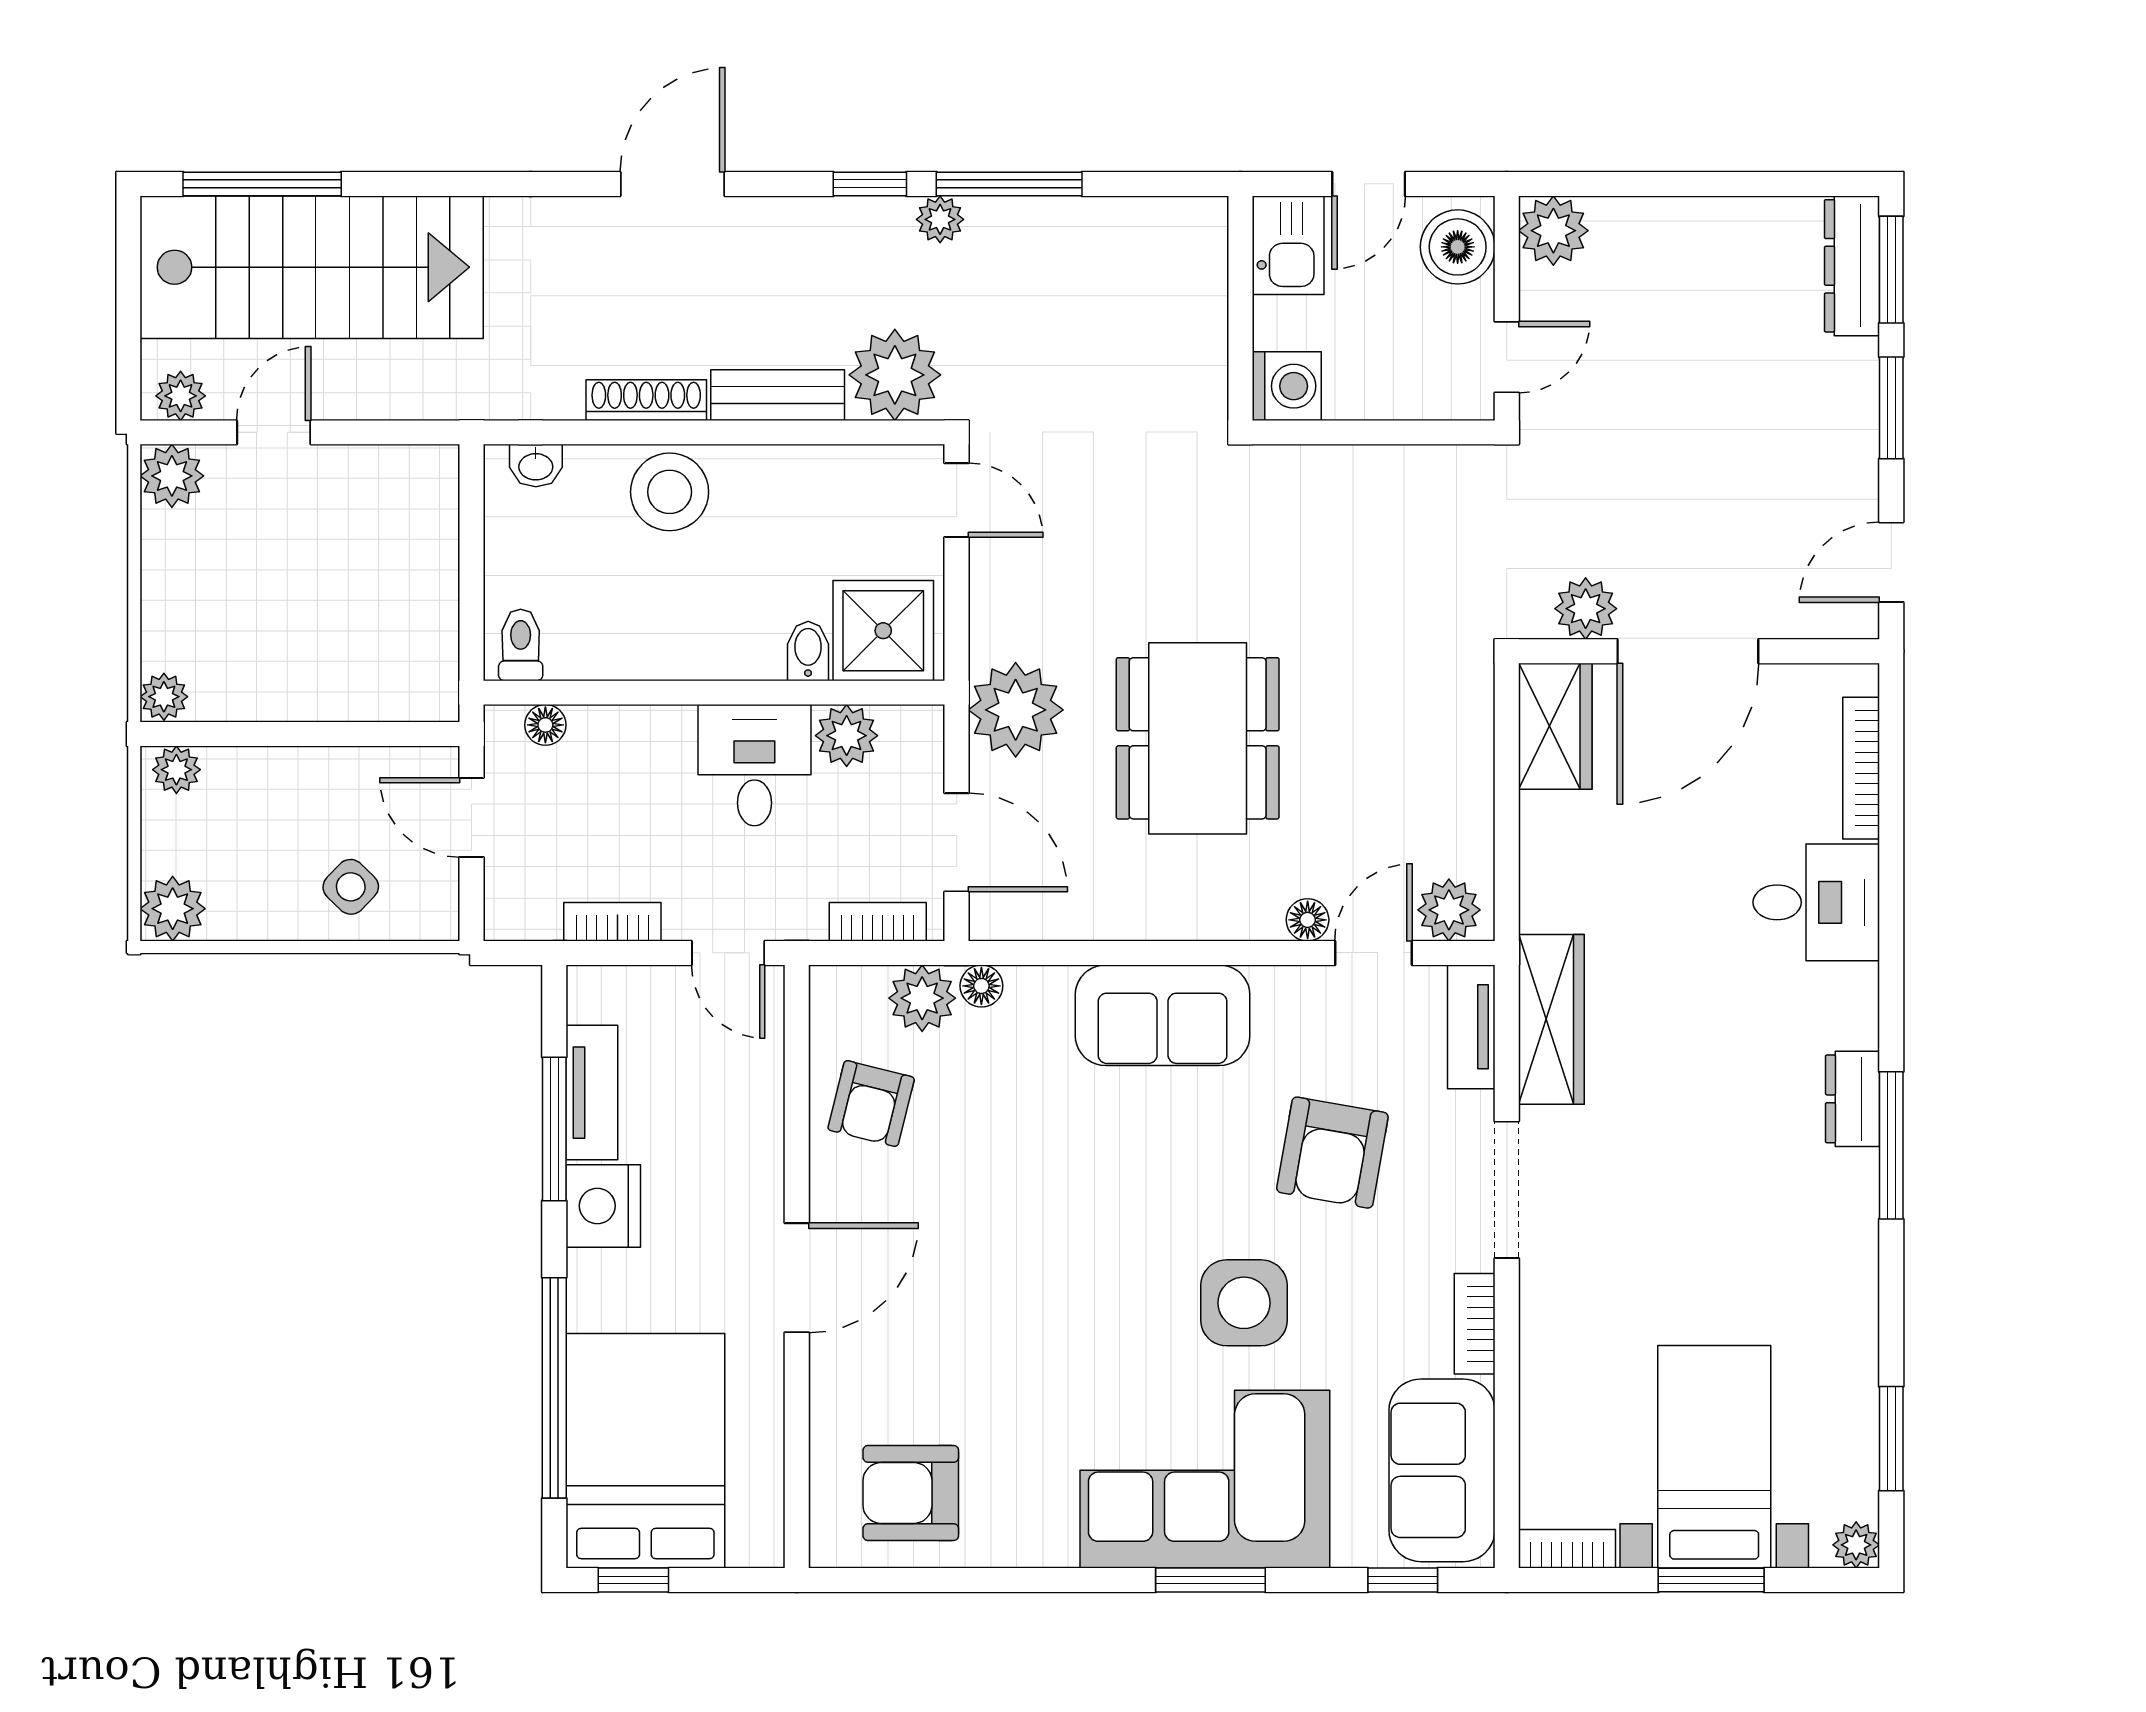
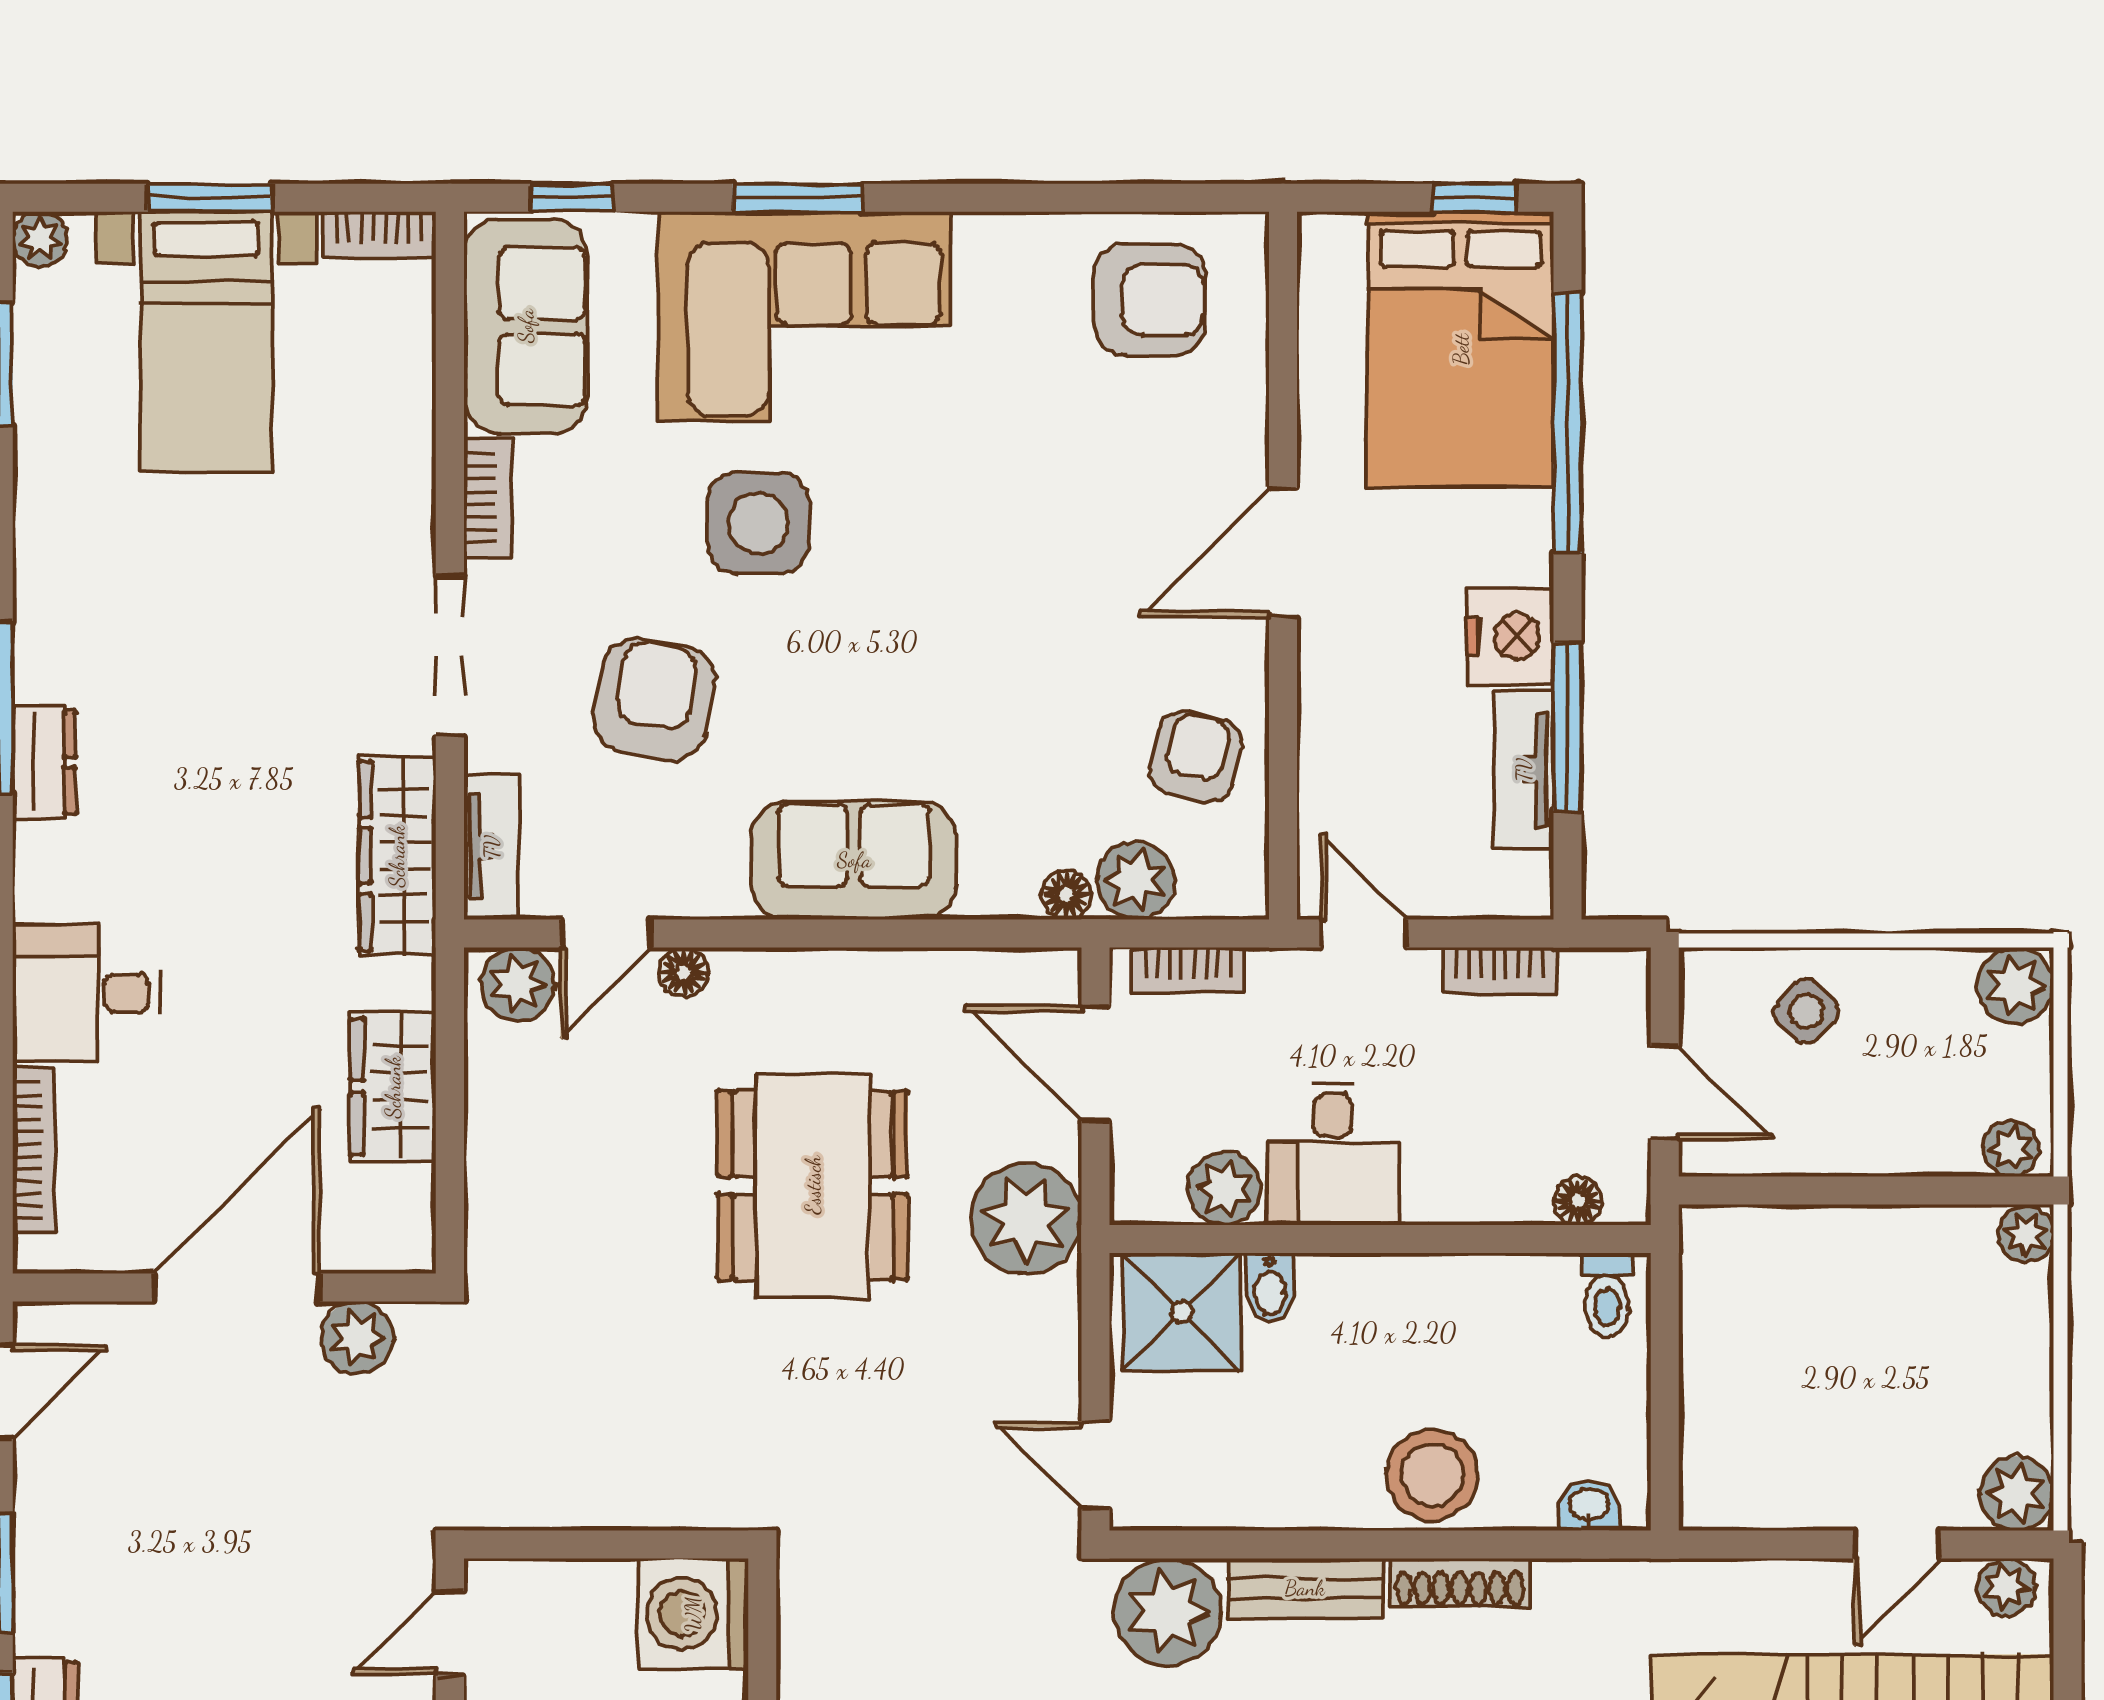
washing machine: (1287, 386) -> (693, 1614), width x1.37, depth x1.37
wardrobe: (1555, 726) -> (393, 1087), moved

